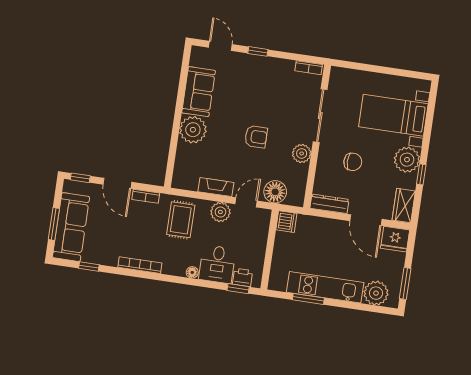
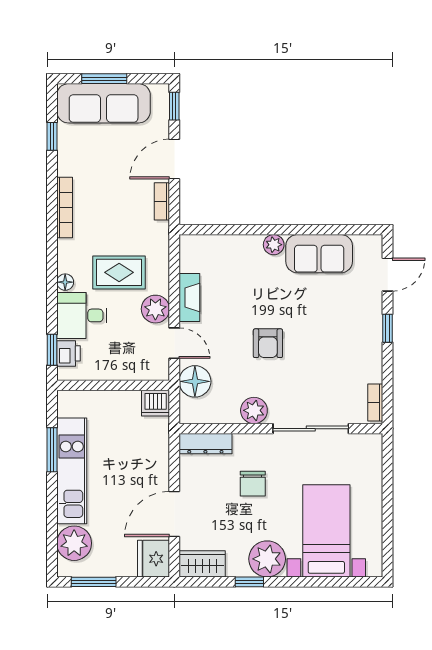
plant: (193, 130) -> (274, 245), width x0.53, depth x0.53
dresser: (329, 204) -> (205, 444), moved, turned 90
rug: (181, 220) -> (119, 272), moved

